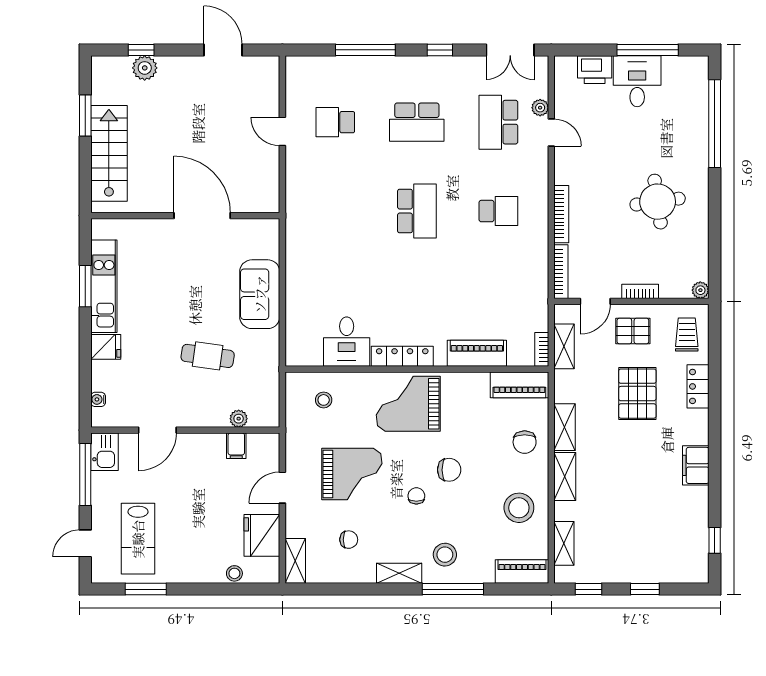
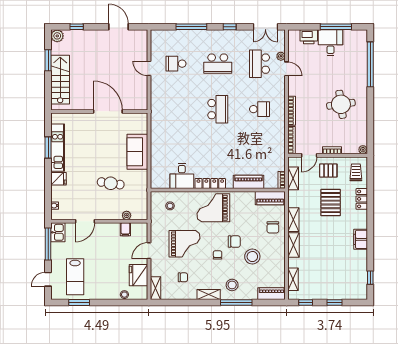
plant: (145, 68) -> (57, 36), moved
stool: (519, 508) -> (252, 257), moved

